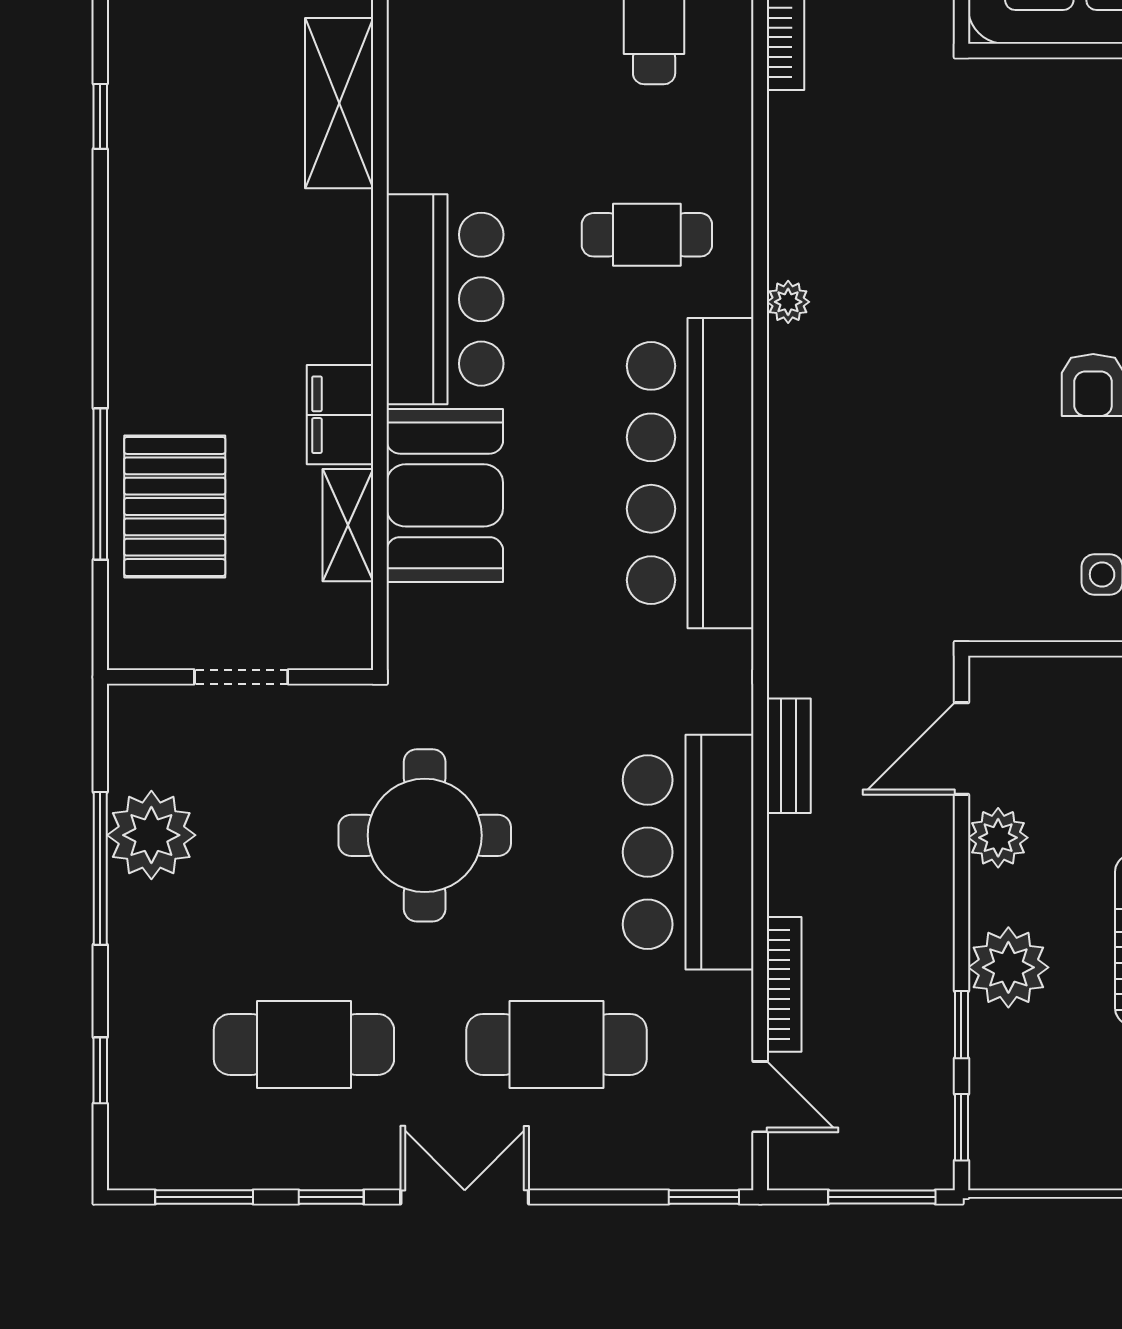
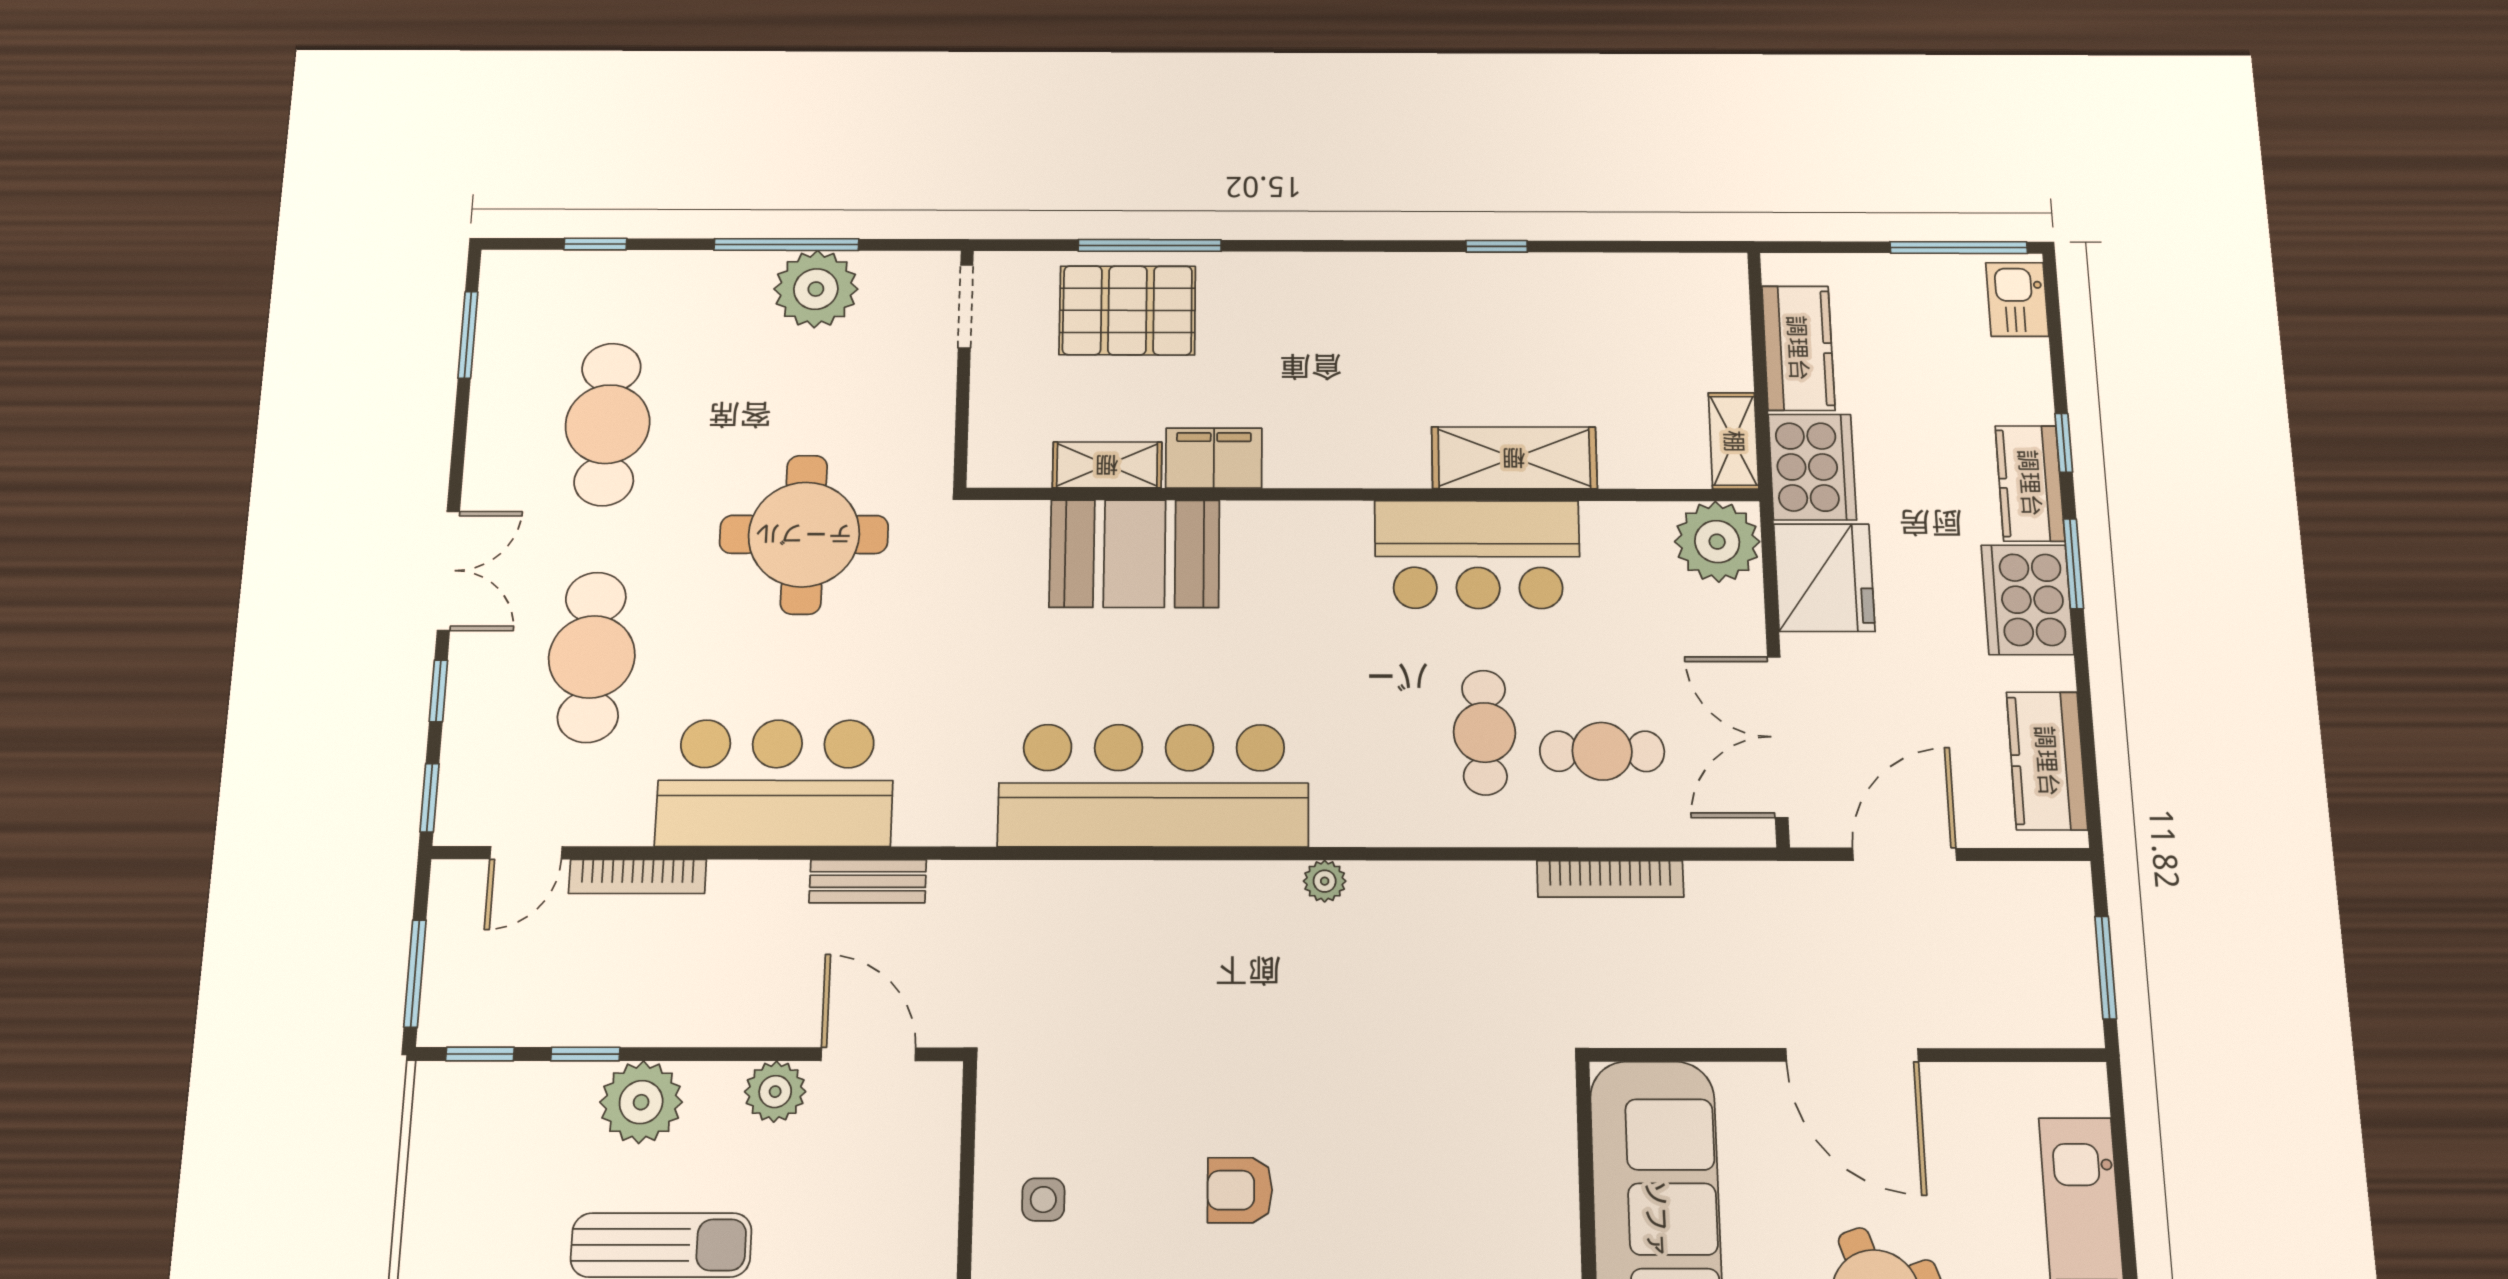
cafe table: (647, 235) -> (1484, 732), moved
bar counter: (445, 299) -> (1477, 554), moved
doorway: (241, 677) -> (965, 306), moved
window: (331, 1197) -> (438, 691), moved

